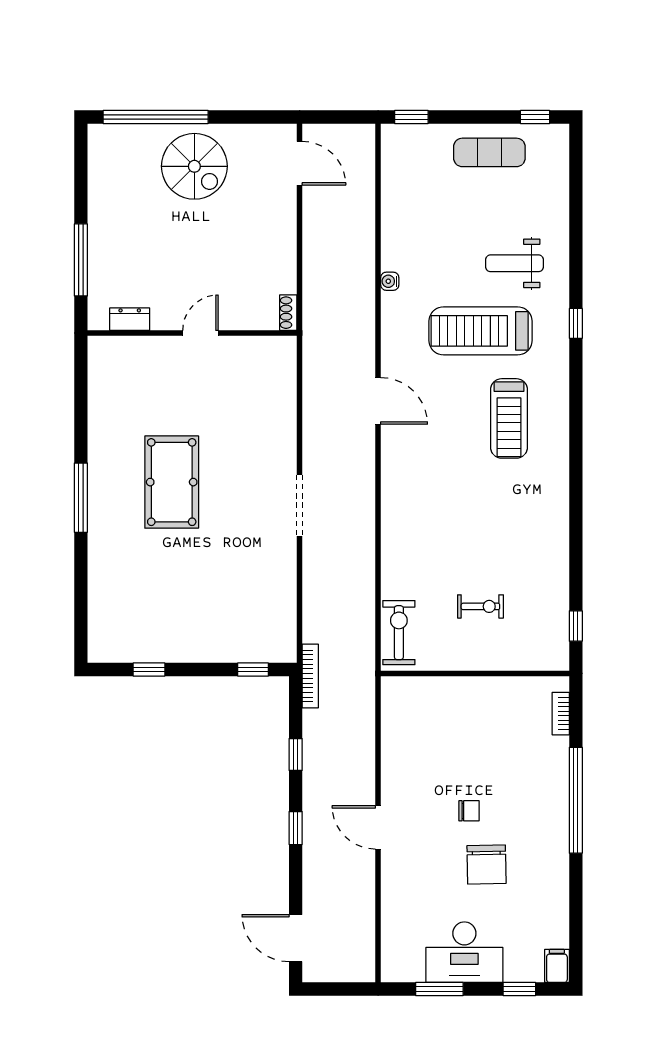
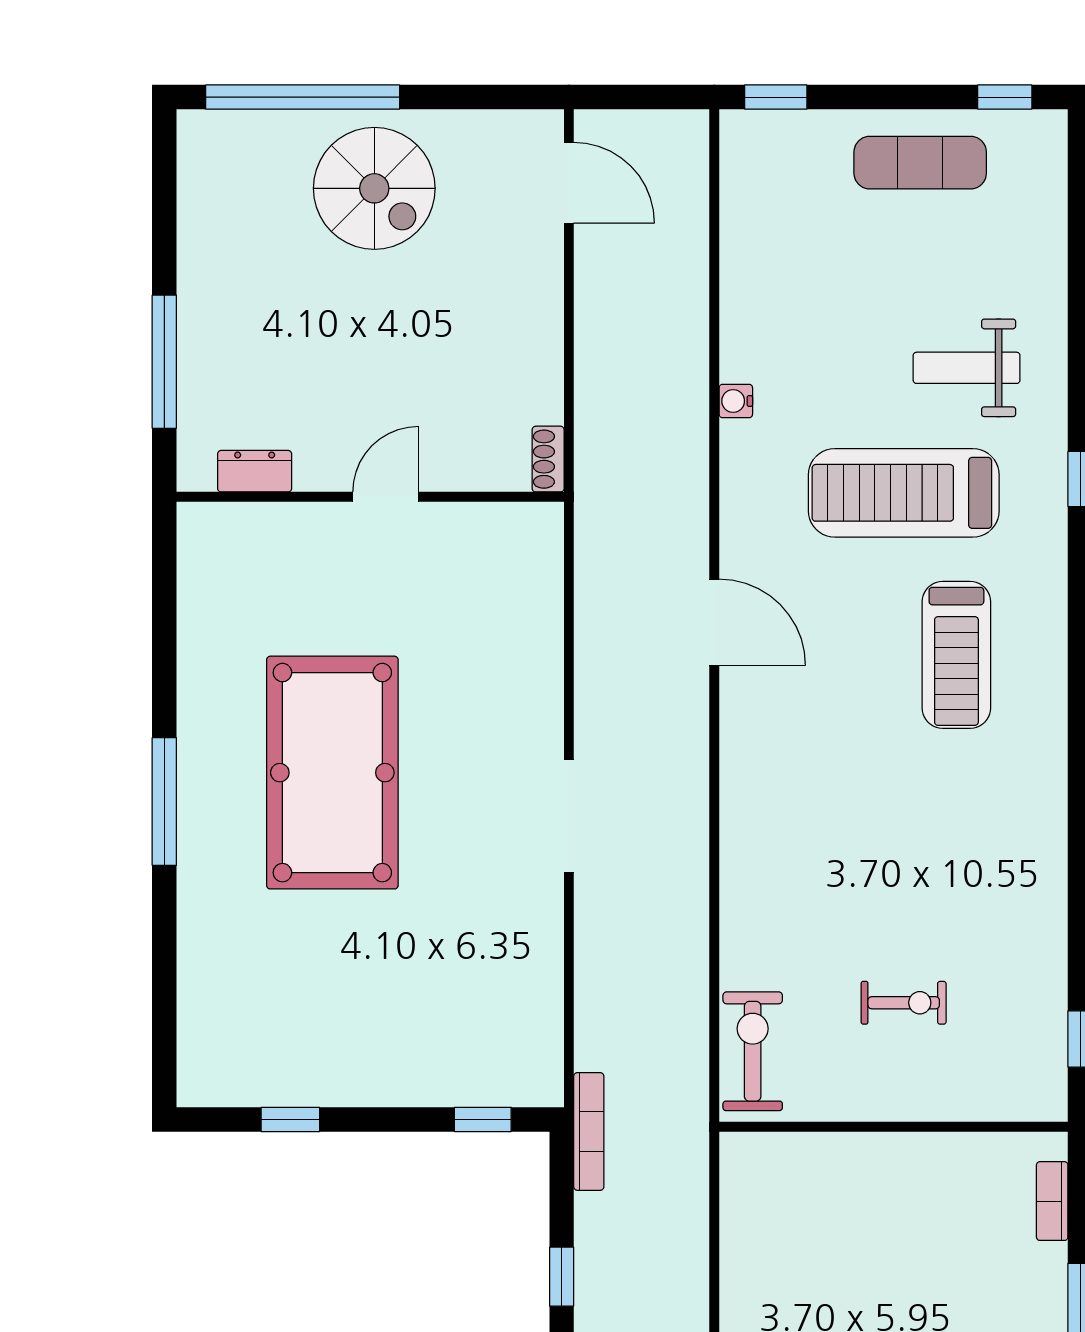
pool table: (172, 482) -> (332, 773), width x1.36, depth x1.32

